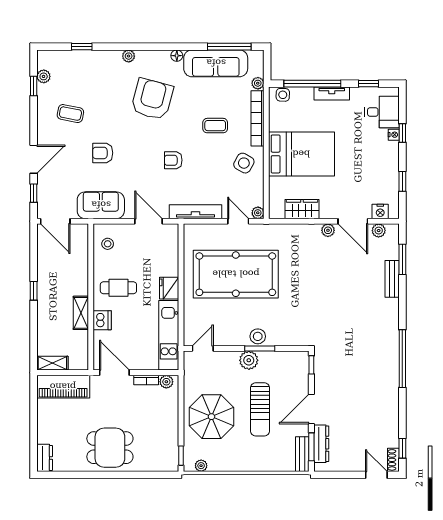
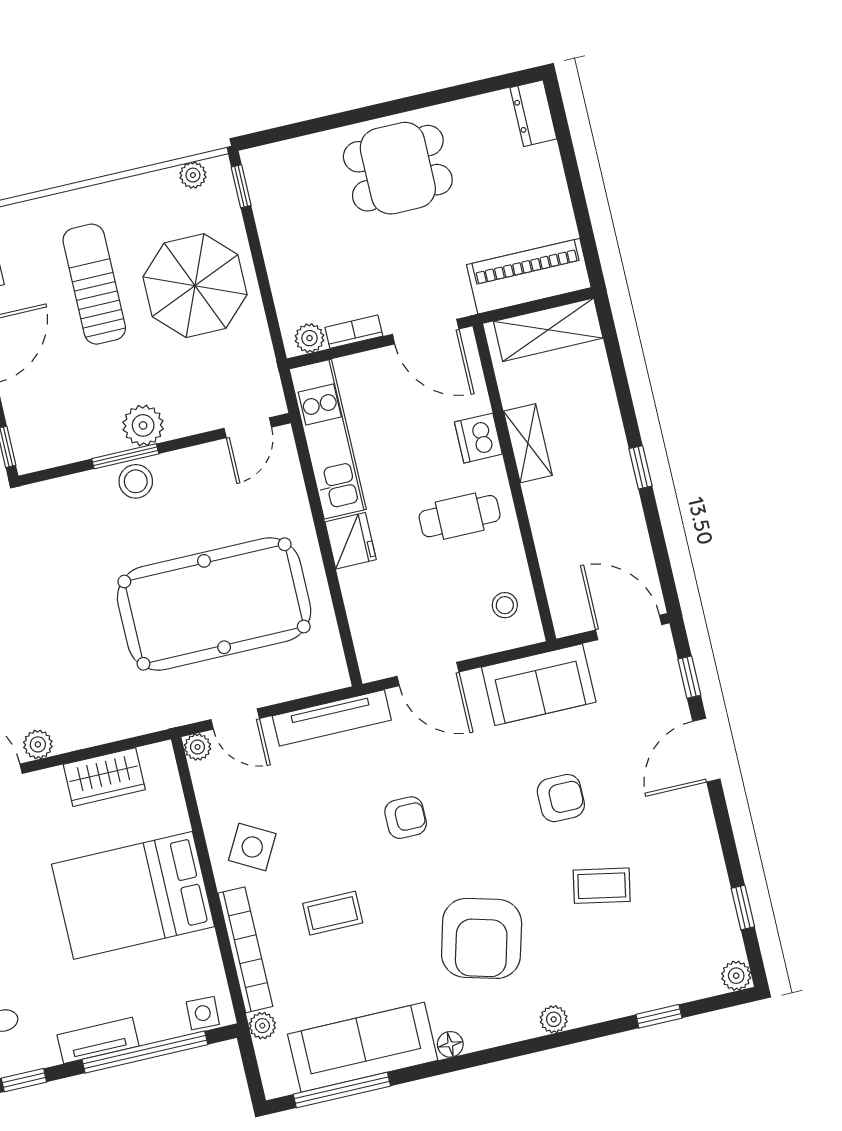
plant: (44, 76) -> (736, 976), moved
coffee table: (70, 114) -> (602, 886), moved
shelving: (52, 363) -> (548, 330), width x1.50, depth x1.33
sun lounger: (260, 409) -> (94, 284), moved

